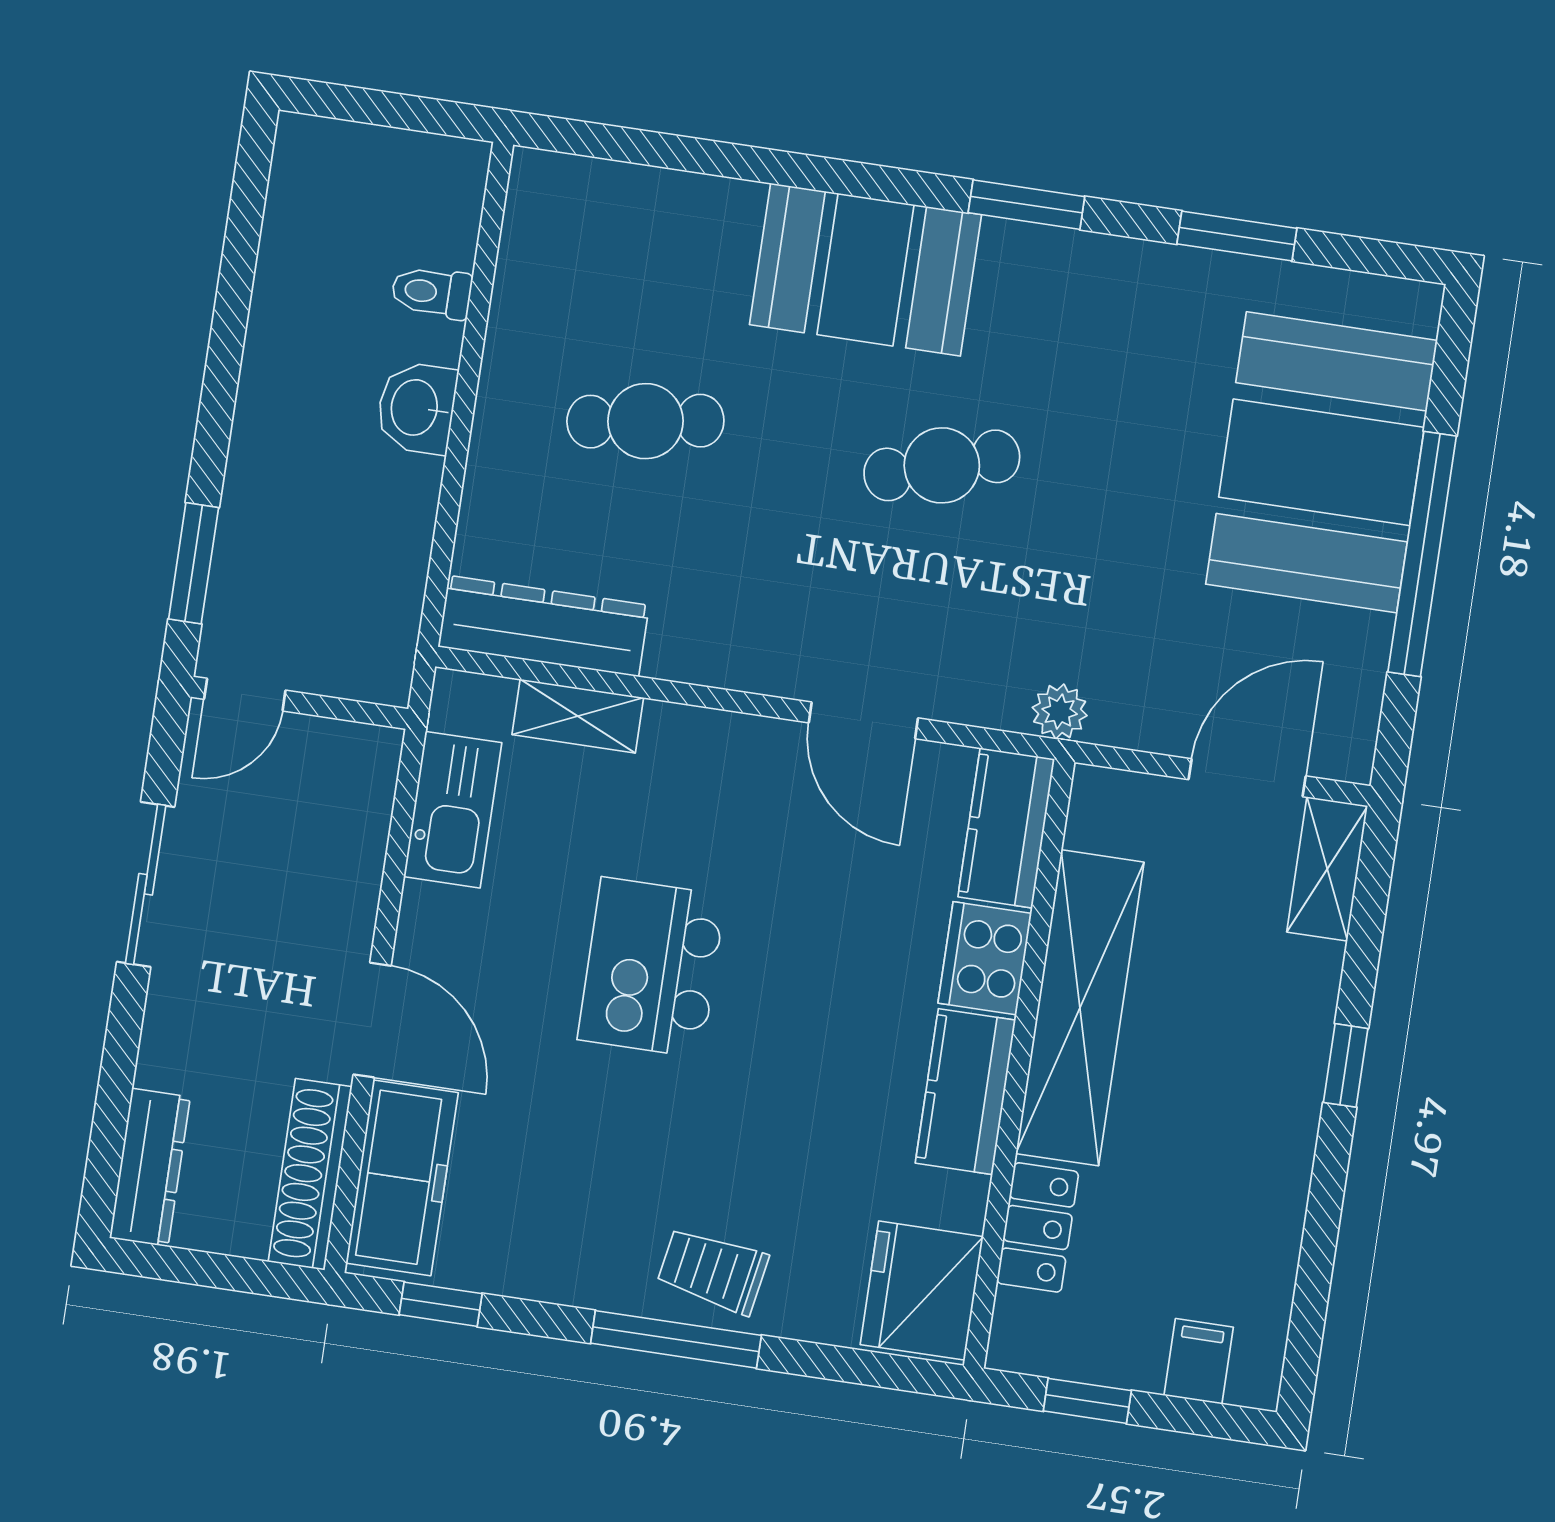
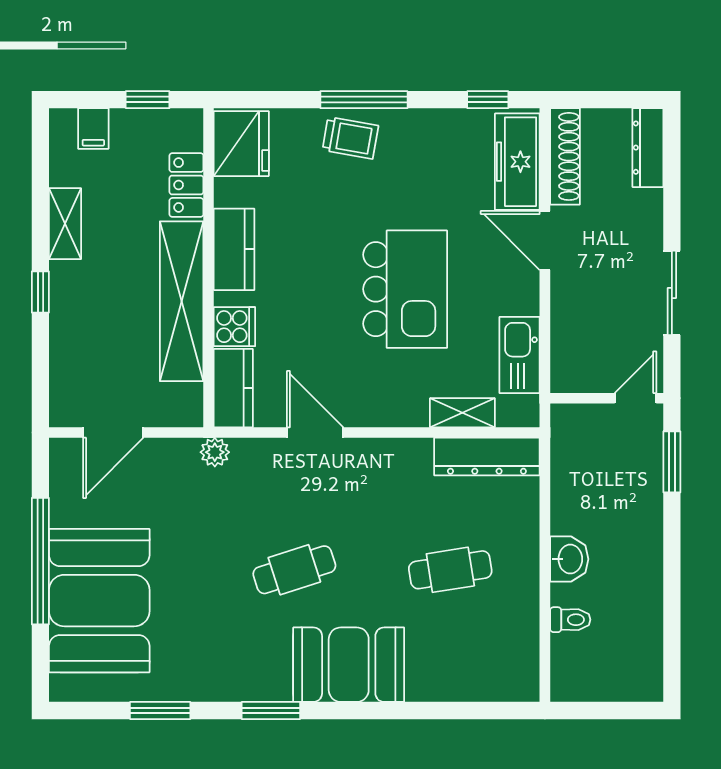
shelving: (1327, 869) -> (65, 224), moved
cooker: (985, 958) -> (234, 327), width x0.73
kitchen island: (652, 967) -> (405, 289), width x1.37, depth x1.28

